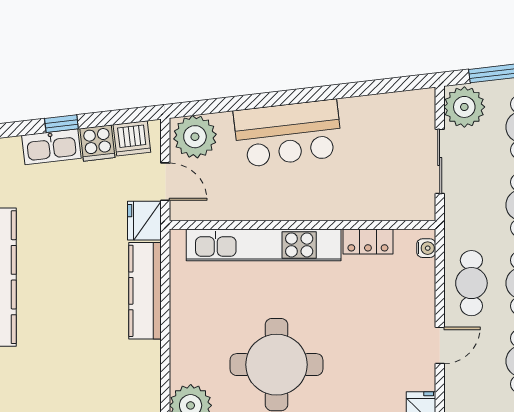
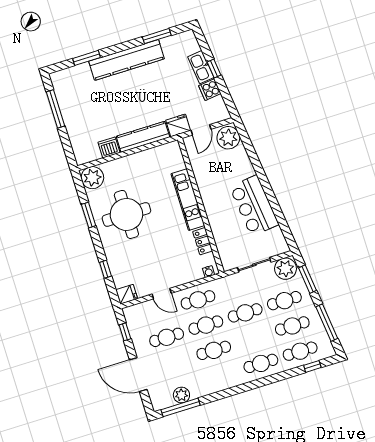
bar counter: (288, 133) -> (254, 206), moved
dishwasher: (132, 138) -> (109, 147), moved, turned 97
kitchen unit: (264, 245) -> (188, 200), width x0.73

